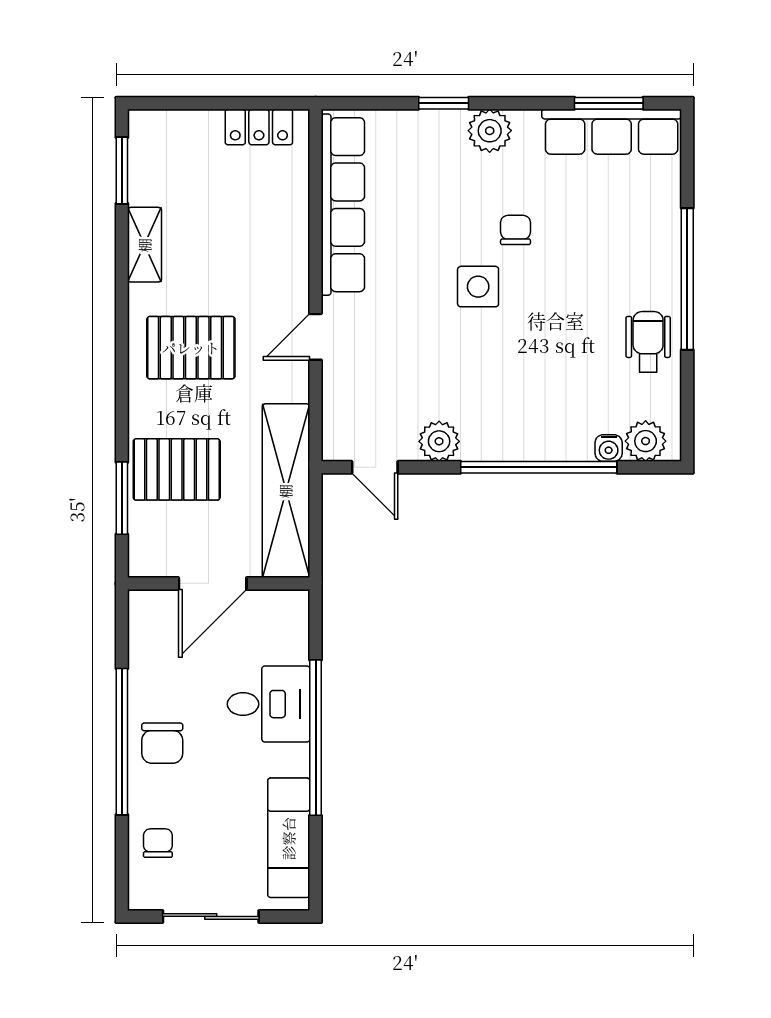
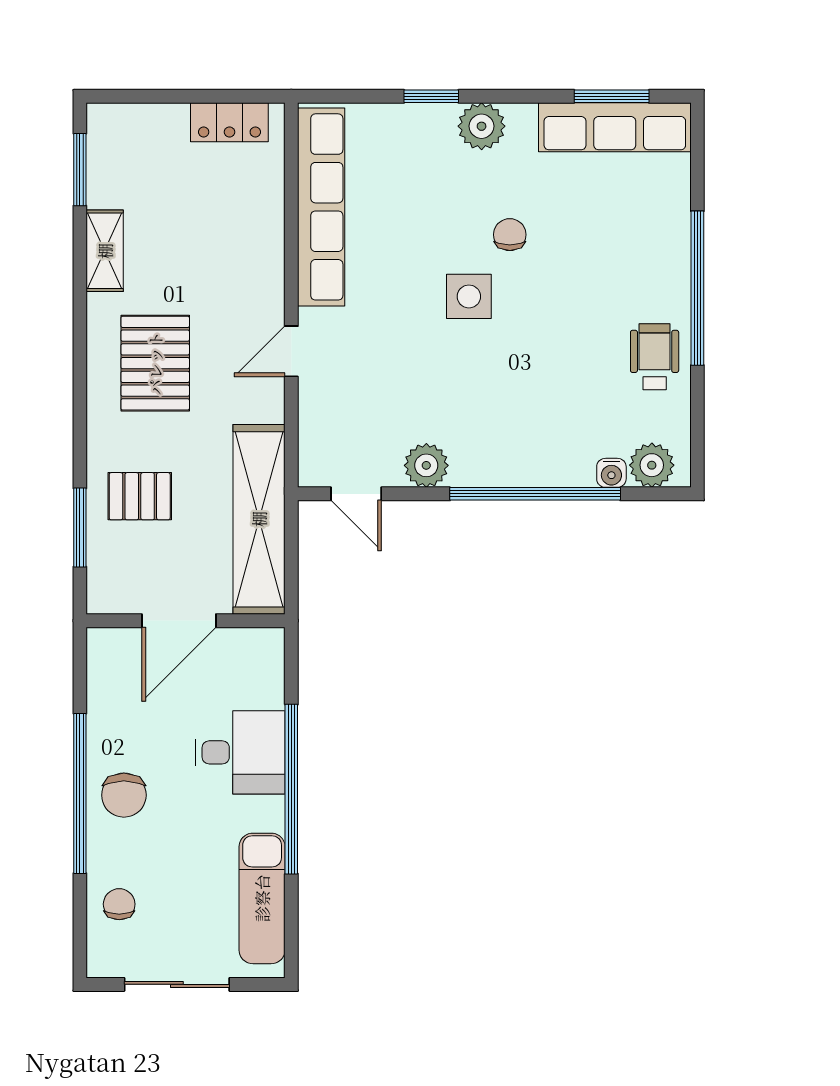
pallet: (191, 348) -> (155, 363), turned 90
pallet: (177, 469) -> (140, 496), width x0.67, depth x0.71

